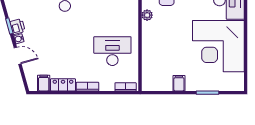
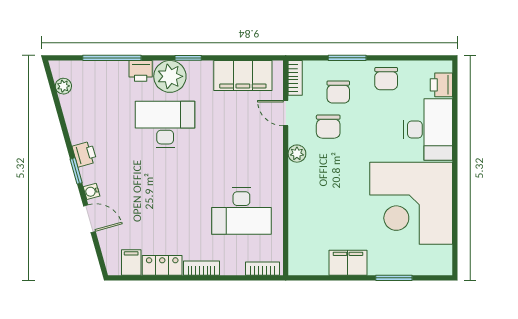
printer: (18, 27) -> (84, 154), moved
desk: (112, 51) -> (241, 211), turned 180
filing cabinet: (179, 83) -> (348, 263), width x2.00

